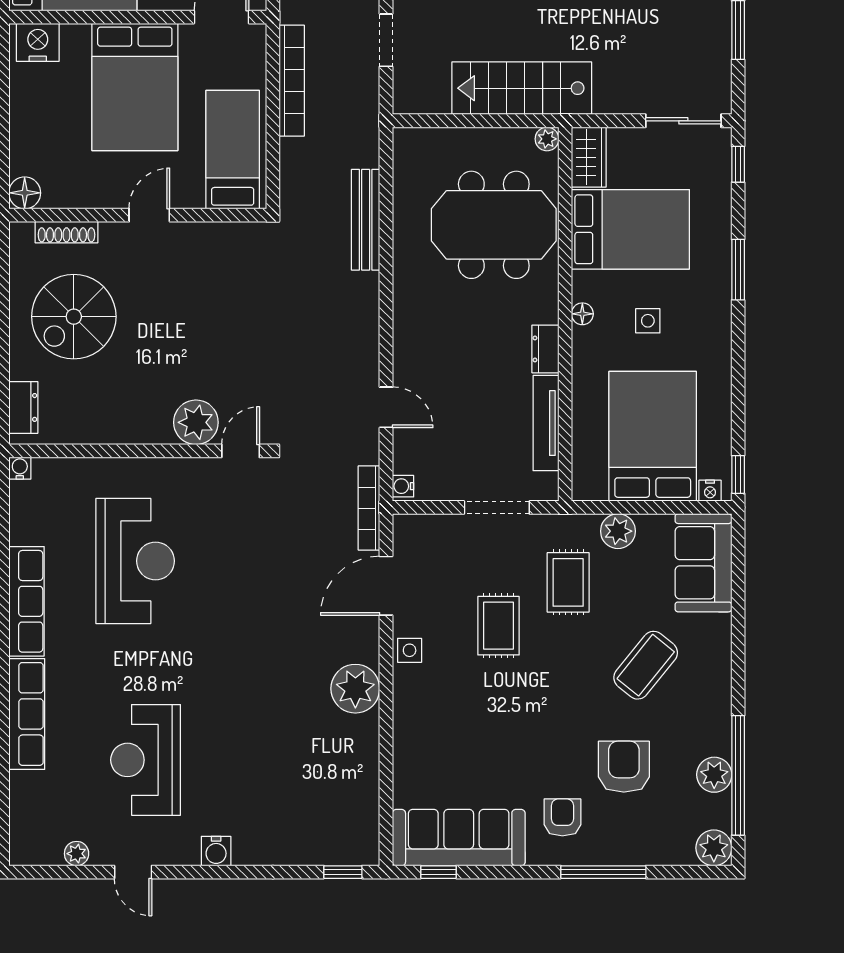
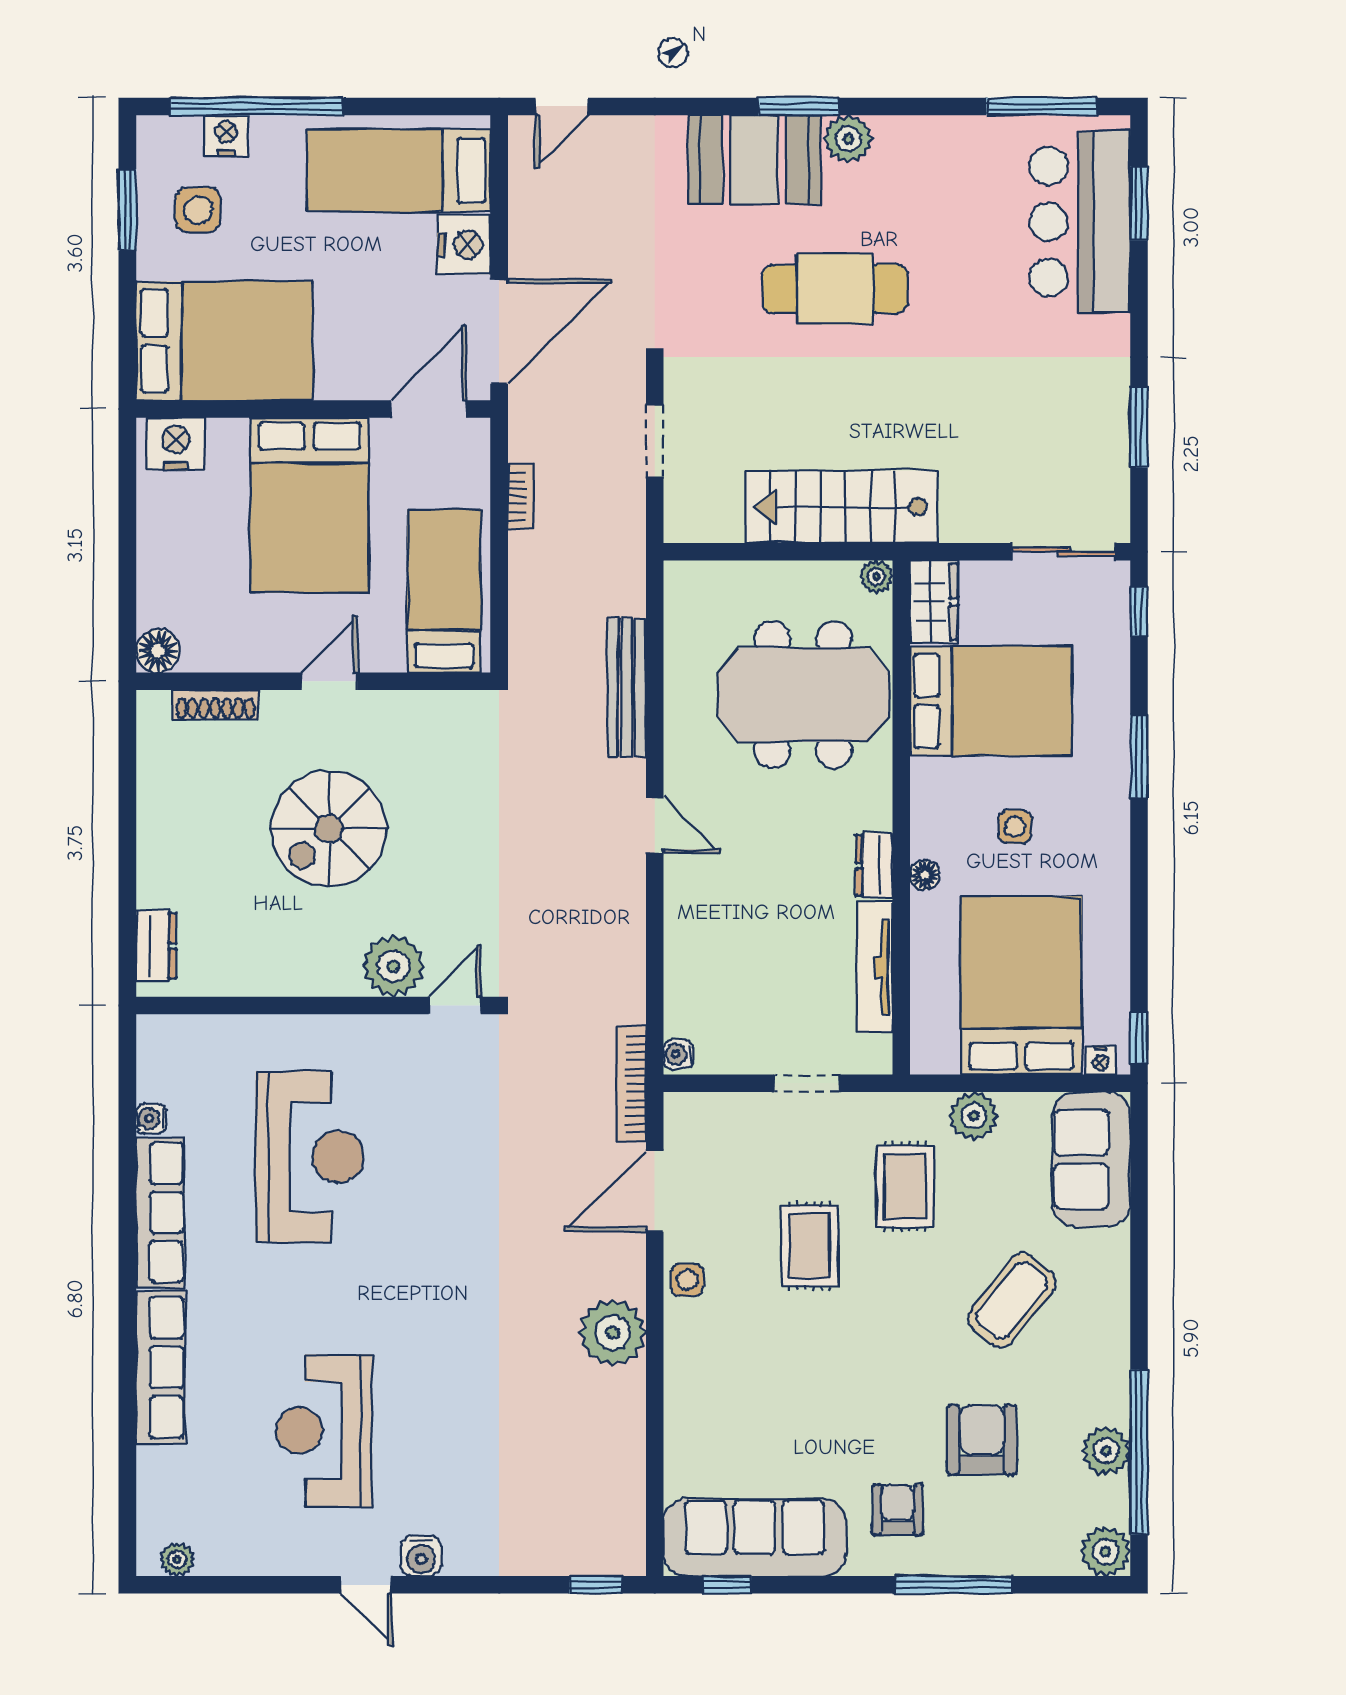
bookcase: (292, 81) -> (521, 497), width x0.43, depth x0.76
floor lamp: (582, 314) -> (925, 875), moved
spiral stairs: (74, 317) -> (329, 829), moved
door: (386, 407) -> (655, 825), moved
water cooler: (20, 468) -> (151, 1119), moved, turned -90
doorway: (497, 507) -> (807, 1083), width x0.73
plant: (77, 854) -> (177, 1559), moved
door: (133, 872) -> (366, 1585), moved

